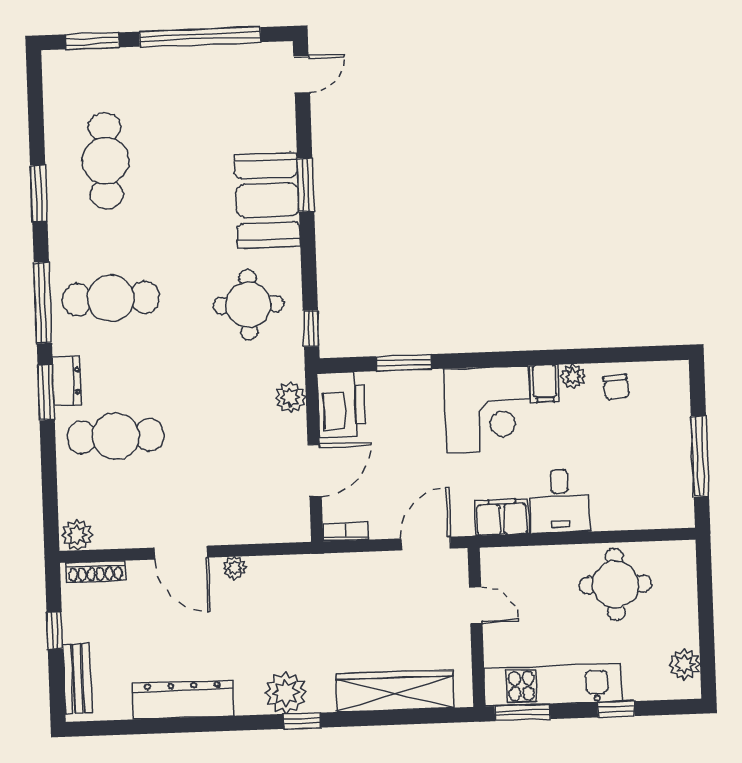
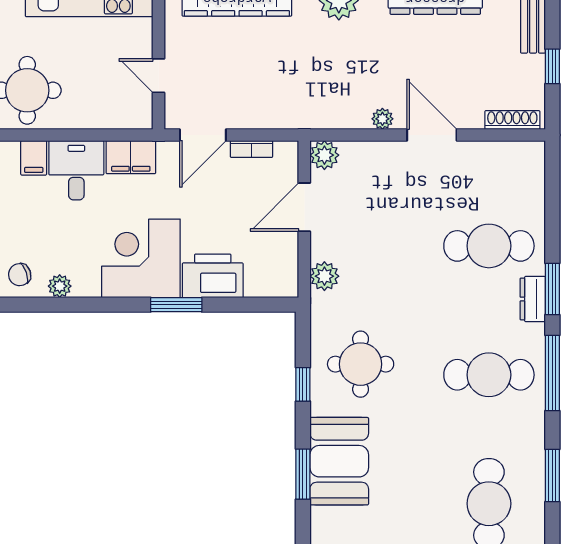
window: (311, 328) -> (303, 384), moved
window: (404, 363) -> (176, 305), moved
filing cabinet: (545, 384) -> (34, 158), moved, turned 180
chair: (616, 387) -> (20, 275), turned -103
printer: (342, 405) -> (213, 276), moved, turned 90
bookcase: (345, 531) -> (251, 149), moved
plant: (77, 535) -> (324, 155), moved

